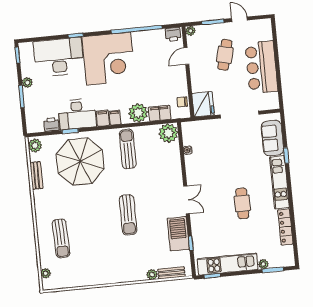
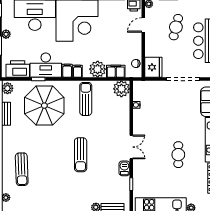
printer: (51, 124) -> (18, 69), width x1.87, depth x1.48
barbecue: (178, 234) -> (124, 168), width x0.53, depth x0.65

